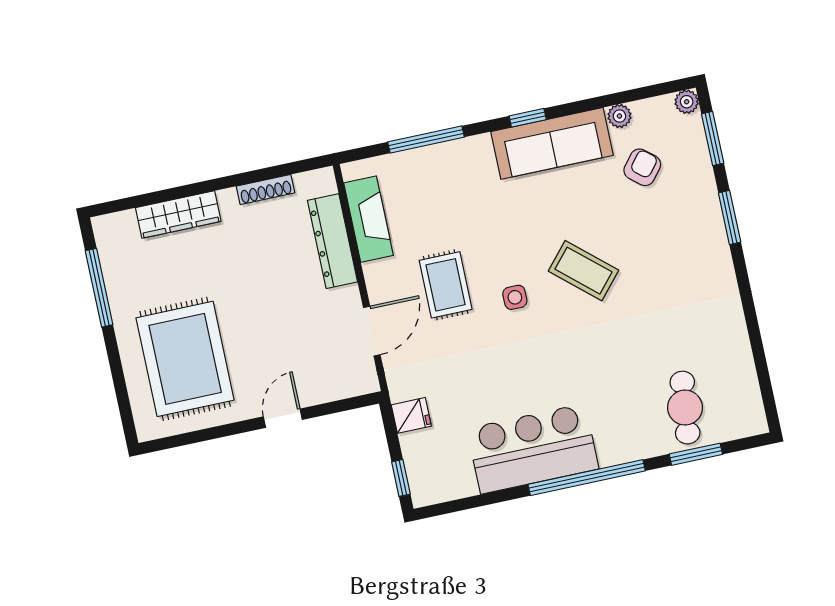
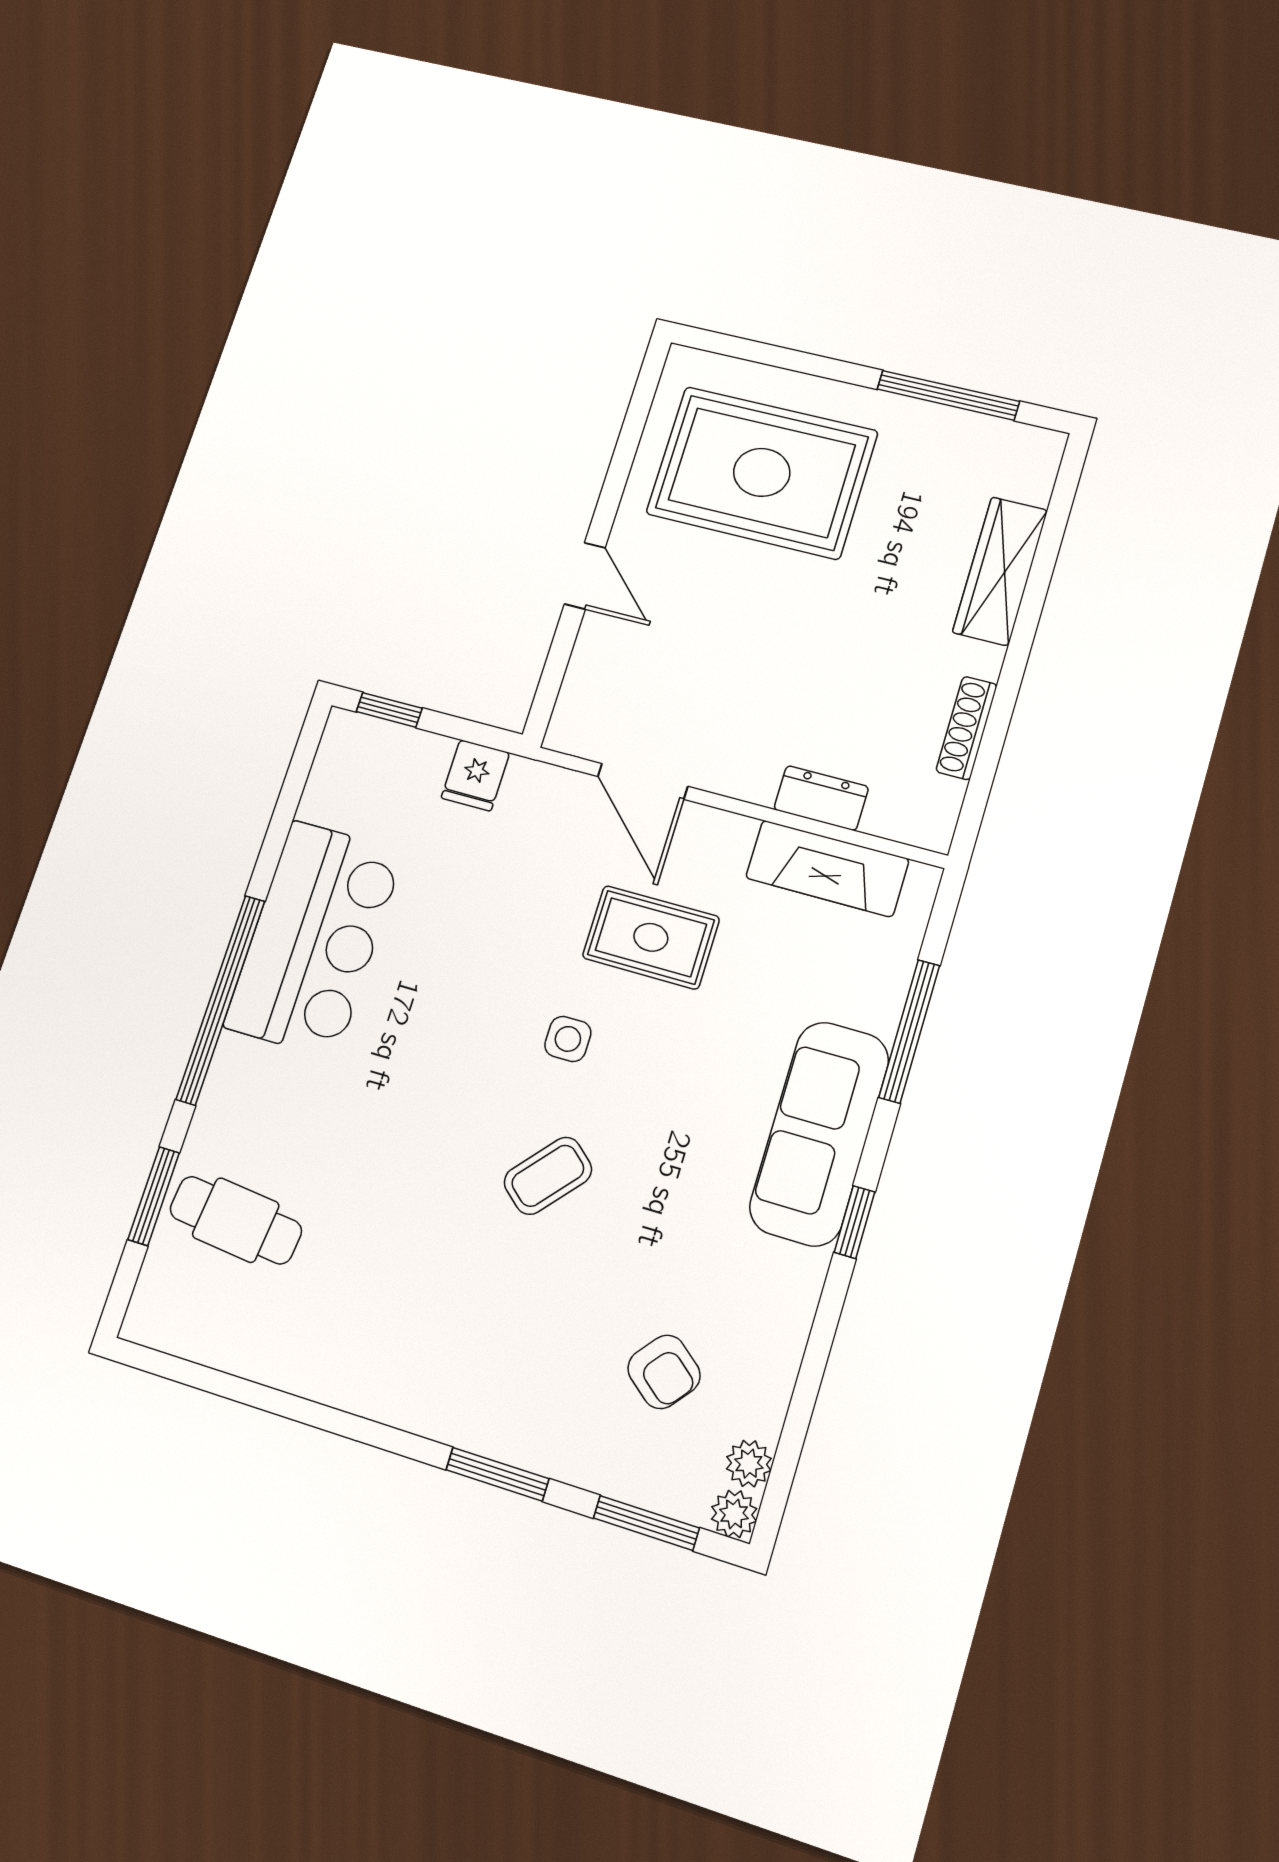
plant: (619, 116) -> (749, 1464), moved
sofa: (552, 143) -> (819, 1133), moved
dresser: (332, 241) -> (821, 798), width x0.51, depth x0.80
coffee table: (584, 271) -> (548, 1176), width x0.73, depth x0.77

